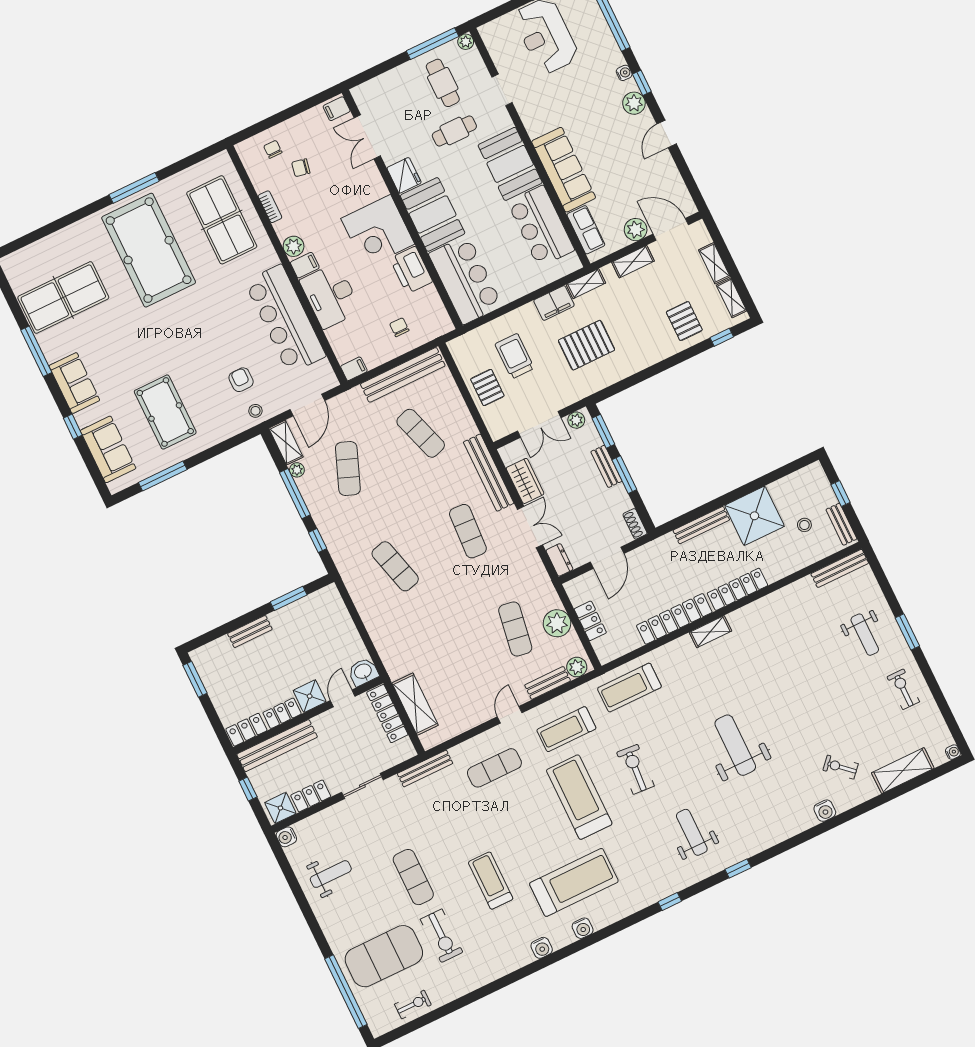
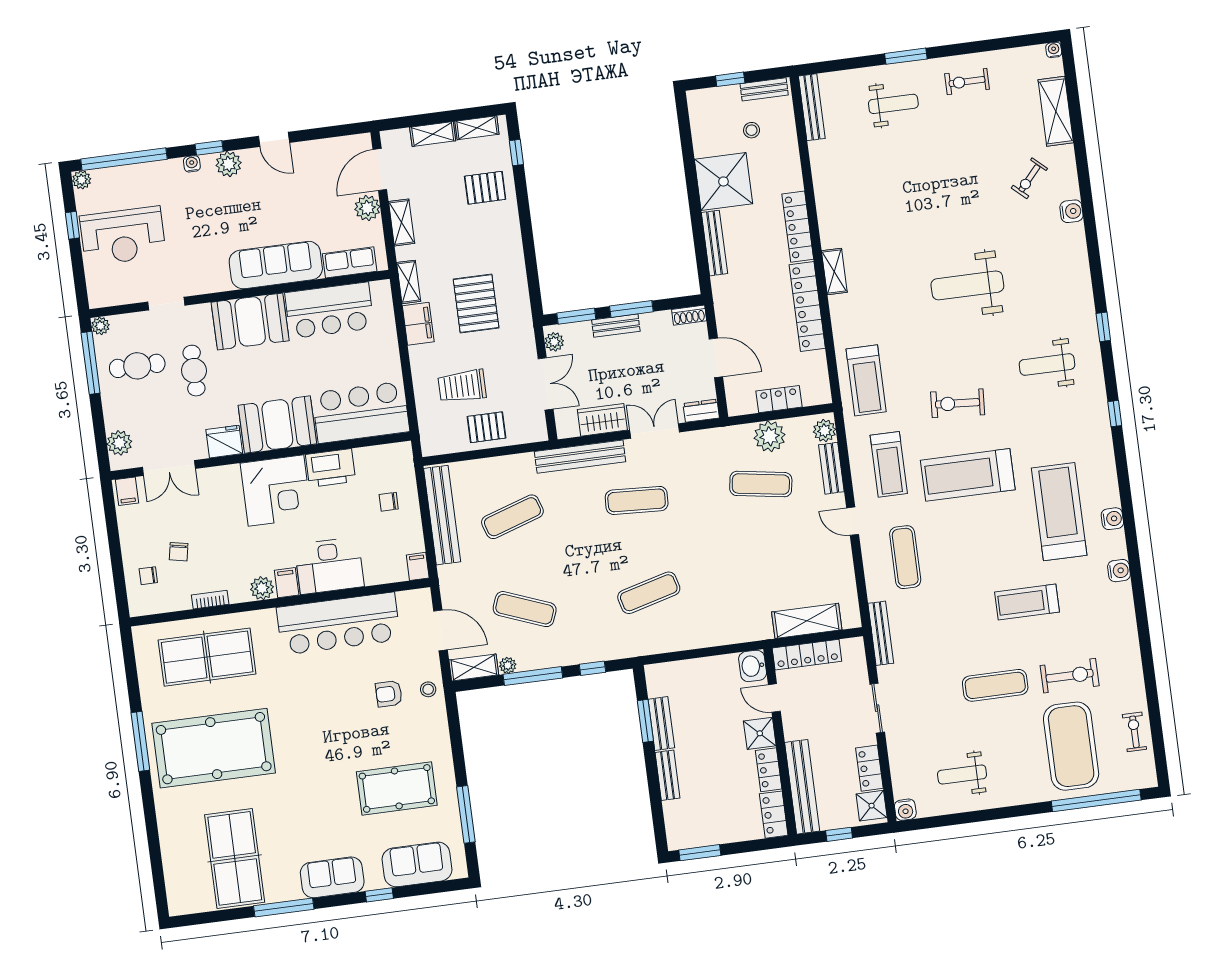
plant: (374, 89) -> (119, 443), added
bench: (291, 612) -> (661, 723), added
weight bench: (331, 874) -> (962, 775), turned -90

